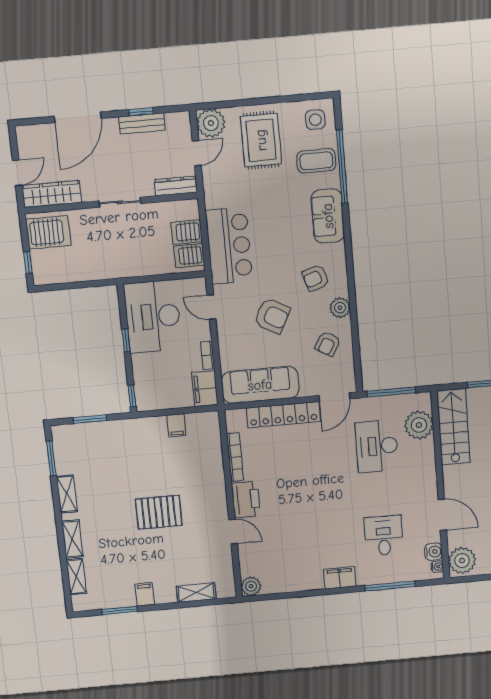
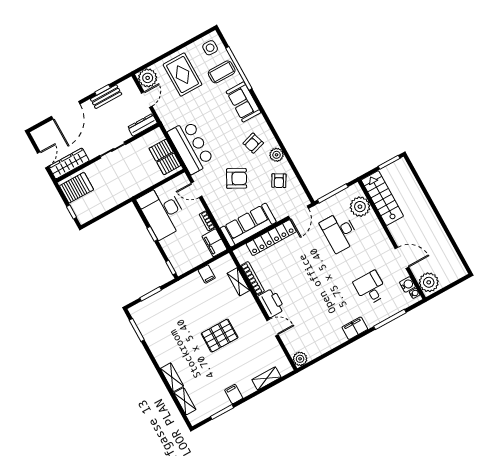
shelving: (67, 494) -> (238, 282), moved

